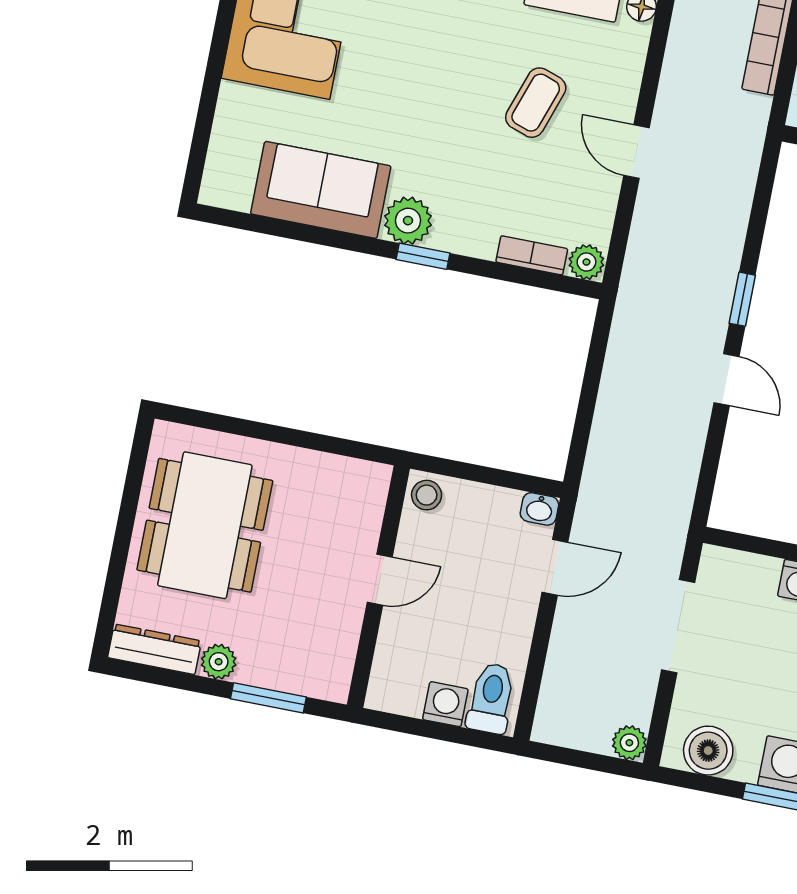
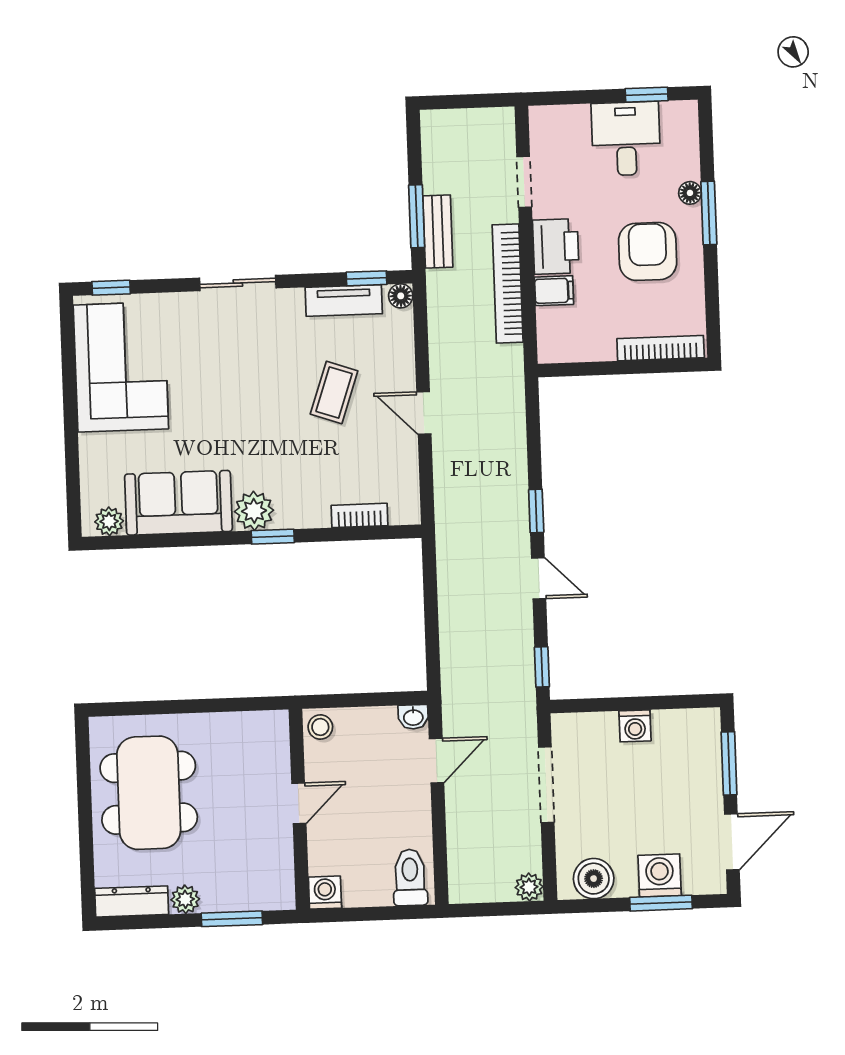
plant: (586, 262) -> (109, 521), moved
window: (706, 485) -> (542, 667), added
washing machine: (445, 704) -> (325, 893), moved

